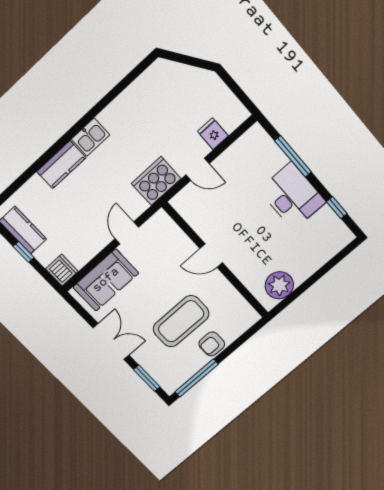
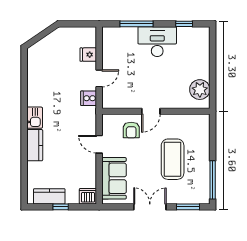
cooker: (156, 181) -> (89, 98), width x0.53, depth x0.76
armchair: (212, 344) -> (131, 130), moved

